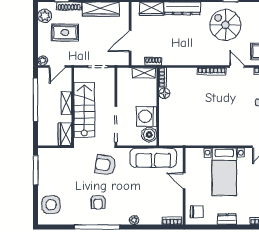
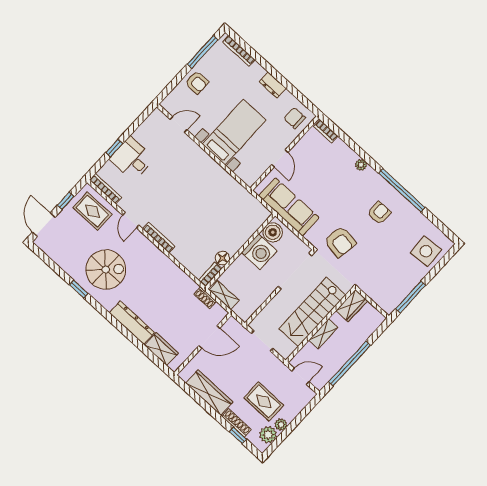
spiral stairs: (225, 25) -> (106, 270), turned -90
plant: (43, 61) -> (281, 425), moved

